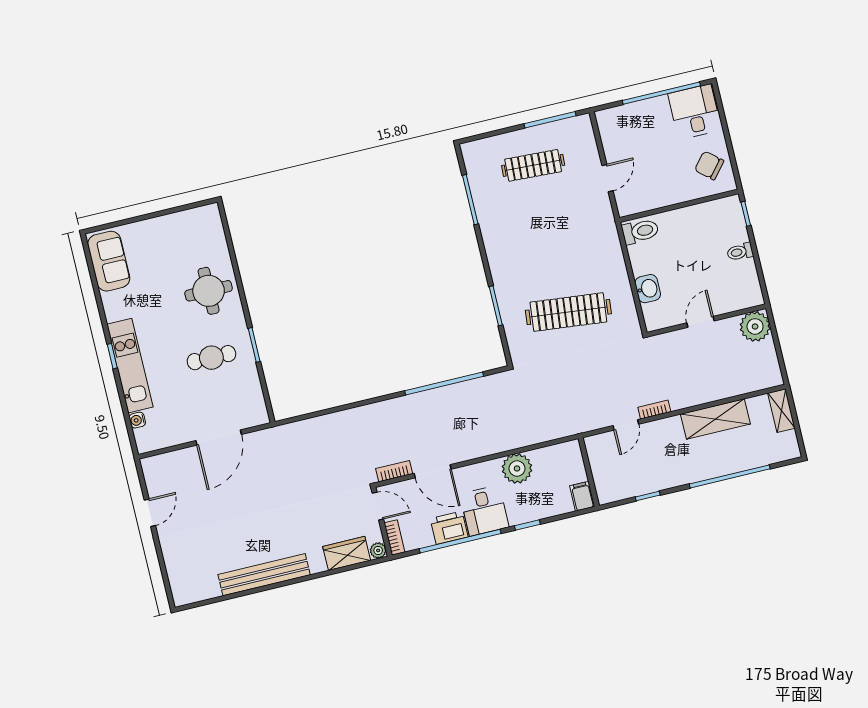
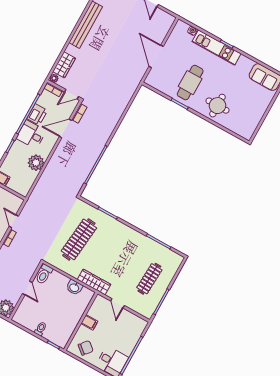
filing cabinet: (669, 193) -> (89, 322), added
toilet: (640, 231) -> (44, 274), moved
wardrobe: (608, 238) -> (94, 282), added
washbasin: (648, 289) -> (74, 287), moved
cafe table: (211, 358) -> (190, 83), width x1.37, depth x1.35

